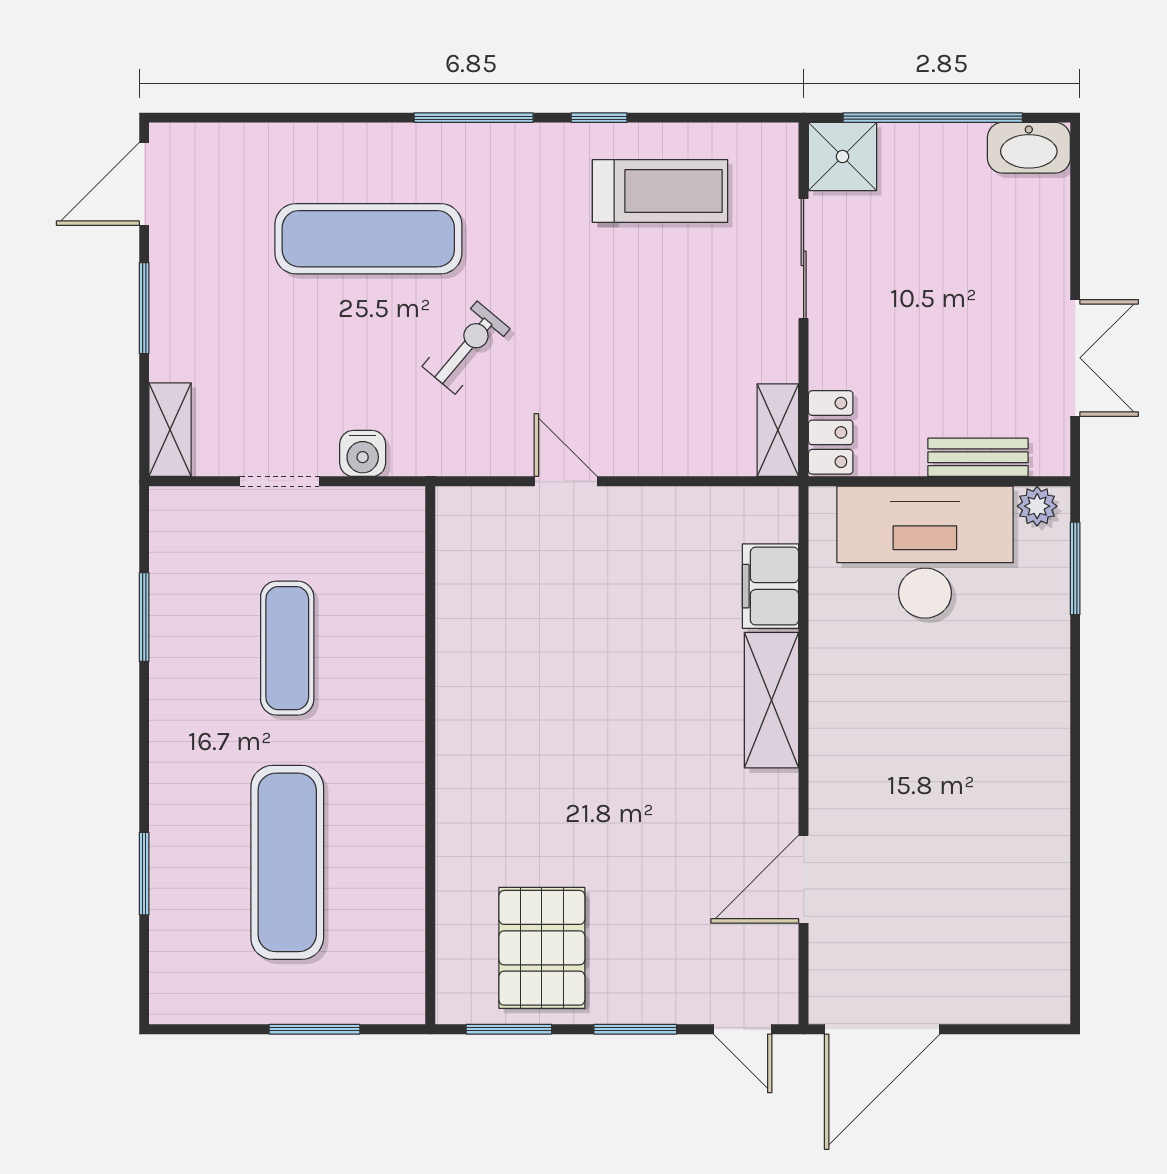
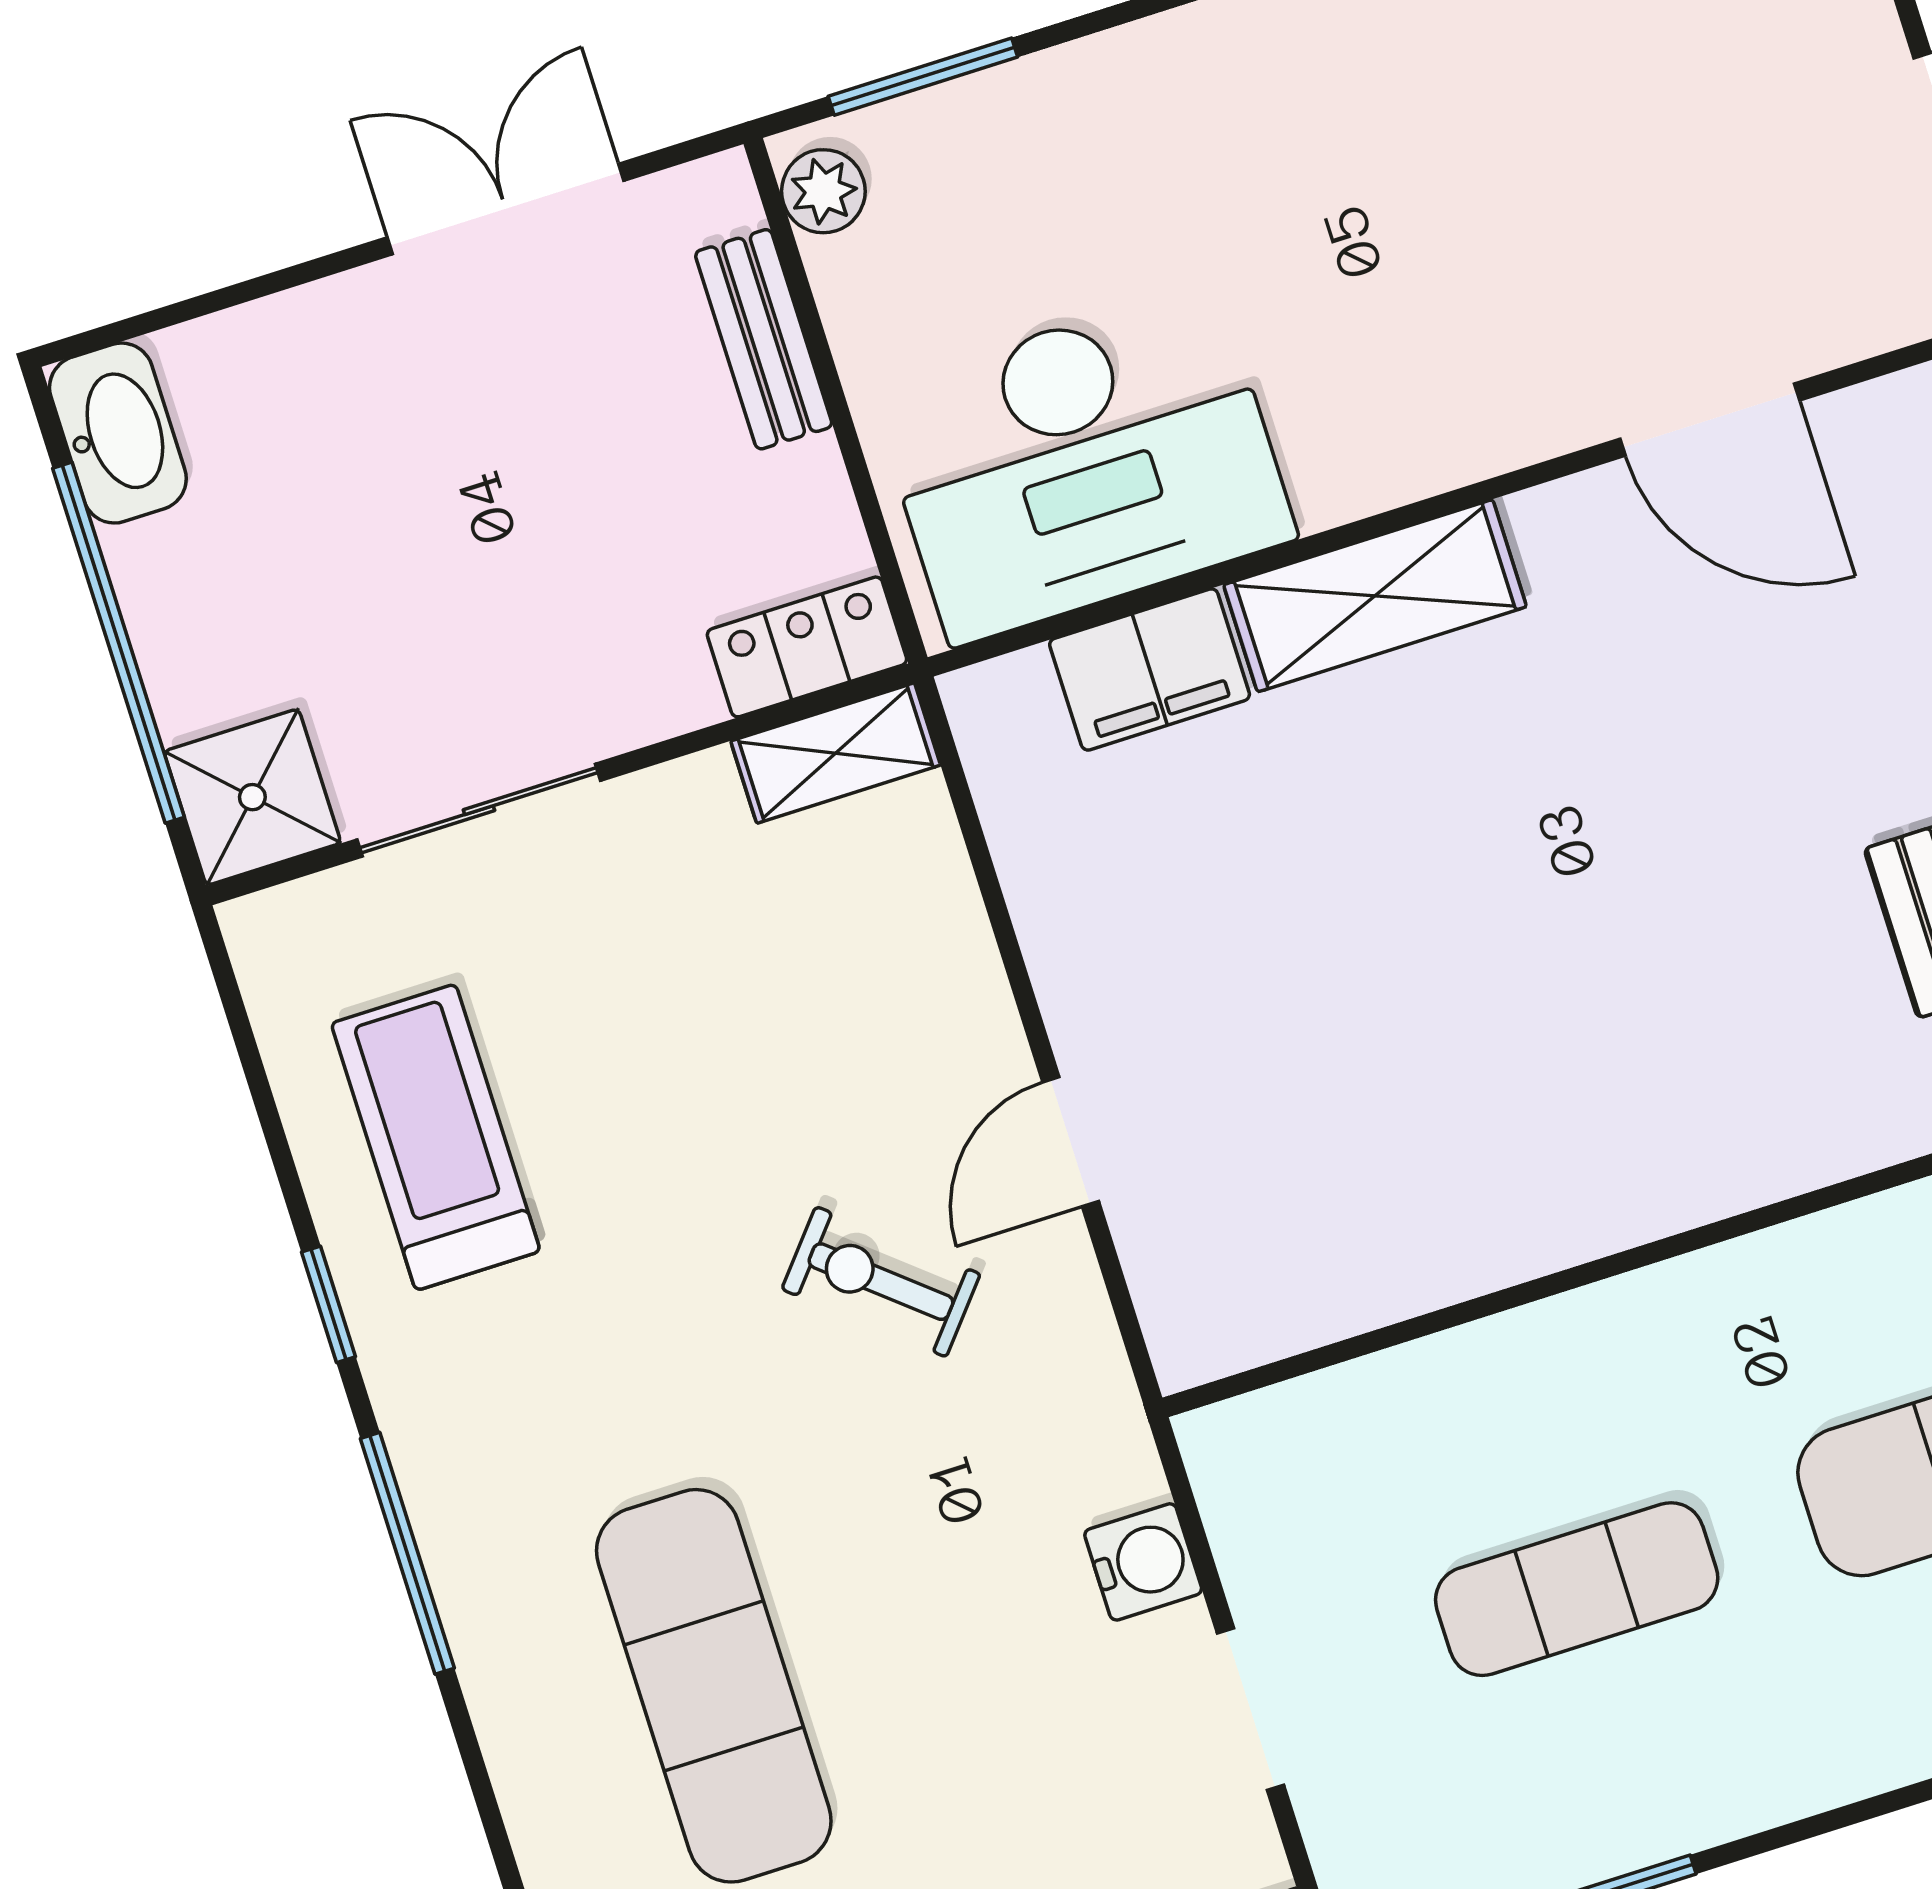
exercise bike: (466, 348) -> (881, 1282), moved
desk: (925, 552) -> (1084, 464), moved, turned -90

